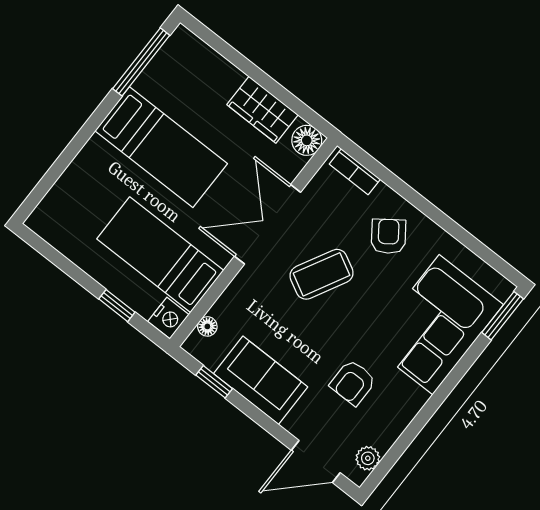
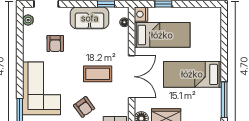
coffee table: (321, 274) -> (98, 74), turned 62
armchair: (353, 383) -> (55, 43), turned 180

